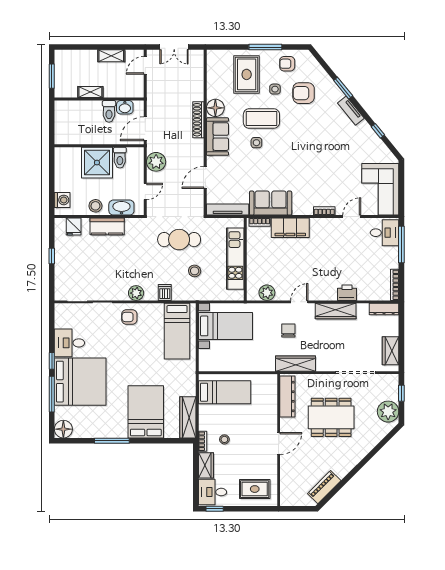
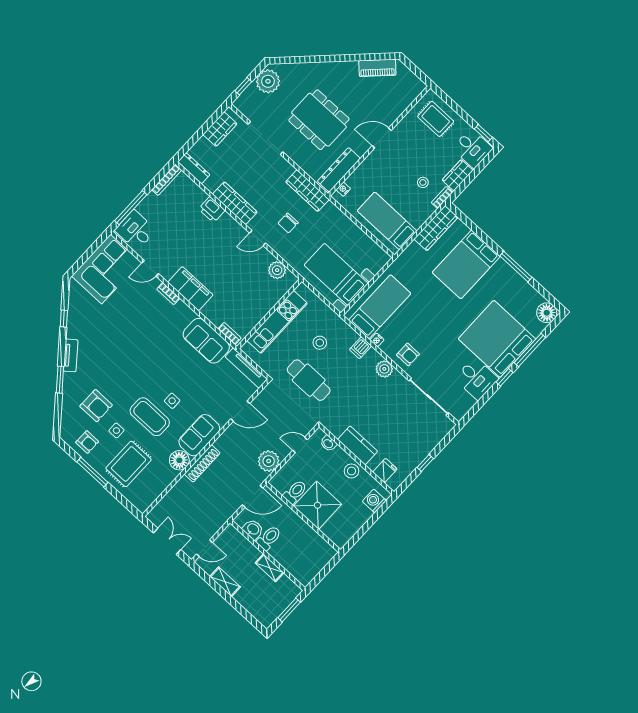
washbasin: (121, 208) -> (328, 443), width x0.52, depth x0.69
filing cabinet: (290, 228) -> (190, 289), moved
nightstand: (159, 308) -> (377, 340), added
nightstand: (273, 386) -> (343, 189), added

